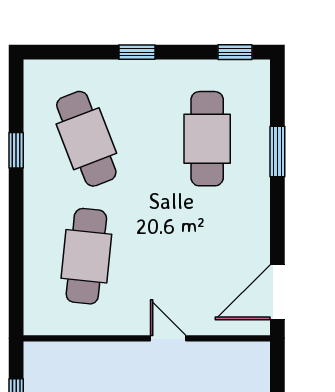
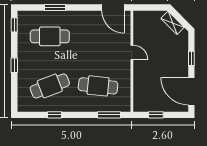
window: (16, 283) -> (109, 115), added
door: (168, 338) -> (132, 52), swing flipped

